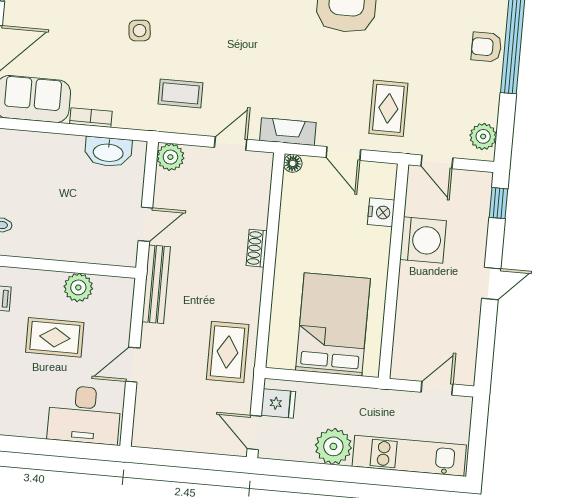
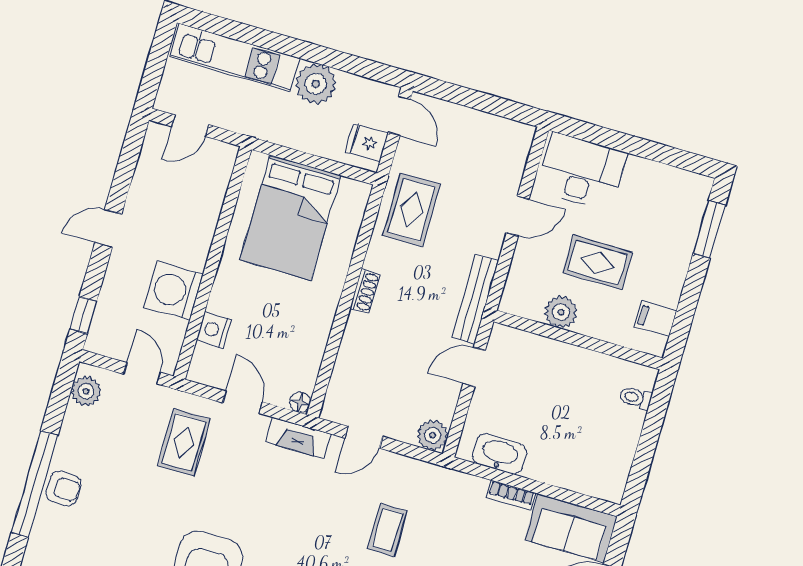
coffee table: (180, 93) -> (387, 530), moved, turned 90
shoe rack: (257, 248) -> (365, 291), moved

